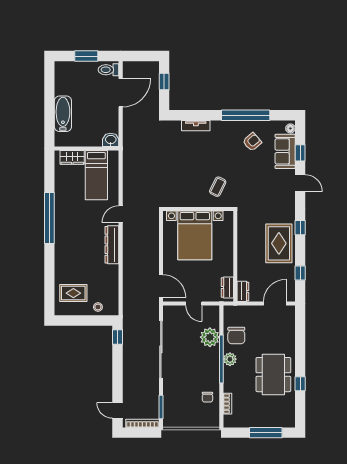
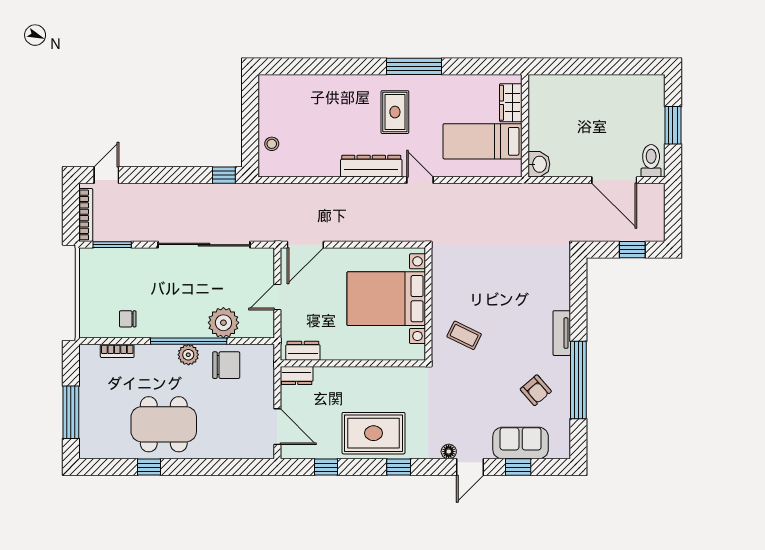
bathtub: (63, 114) -> (581, 88), removed
tv unit: (196, 126) -> (562, 333), moved
floor lamp: (290, 128) -> (449, 452), moved
window: (49, 218) -> (414, 66), width x0.68
rug: (73, 293) -> (395, 112), moved
chair: (236, 335) -> (226, 365), turned 180

